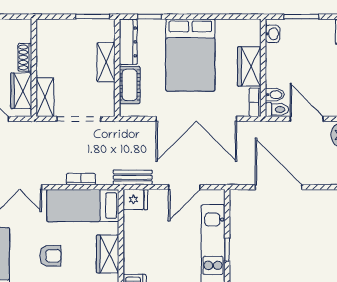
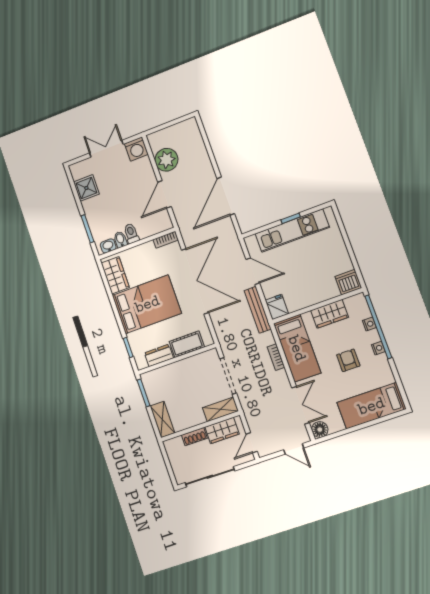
dresser: (128, 42) -> (159, 355), width x0.70
shelving: (106, 62) -> (162, 419), moved, turned 90
wardrobe: (249, 66) -> (115, 275), moved, turned -90
bidet: (275, 95) -> (120, 239), moved
toilet: (277, 110) -> (131, 233), moved
bench: (133, 177) -> (258, 310), width x1.36

